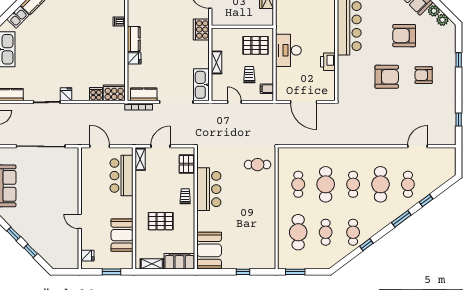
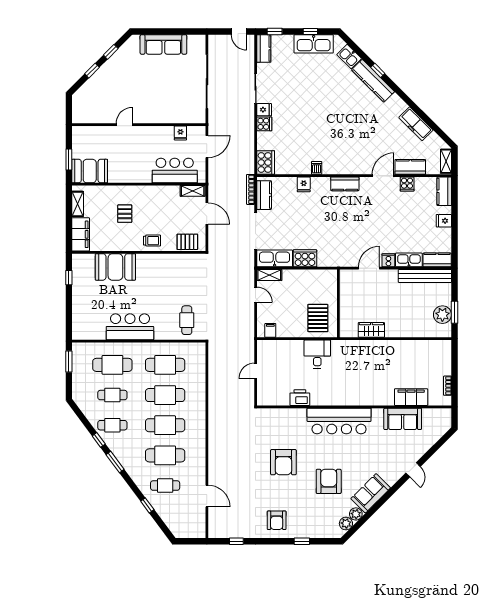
dishwasher: (119, 22) -> (317, 168), moved
cooker: (201, 30) -> (305, 258), moved
kitchen counter: (134, 39) -> (345, 184), moved
desk: (288, 50) -> (317, 354), width x0.73
shelving: (216, 62) -> (269, 275), moved
trolley: (249, 75) -> (286, 311), removed
armchair: (424, 75) -> (277, 520), moved, turned 180
cooker: (96, 94) -> (264, 124), moved
door: (234, 102) -> (256, 295), hinge flipped
door: (304, 102) -> (256, 371), width x0.53
cafe table: (298, 184) -> (165, 365), width x1.37, depth x1.35
cafe table: (353, 184) -> (165, 425), width x1.37, depth x1.35
bar counter: (209, 189) -> (130, 327), moved, turned 180
window: (401, 219) -> (115, 462), moved
pallet: (161, 221) -> (125, 214), width x0.67, depth x0.71
booth: (122, 235) -> (90, 171), moved
booth: (209, 250) -> (115, 267), moved
fridge: (87, 256) -> (180, 133), moved
window: (243, 272) -> (69, 278), moved

